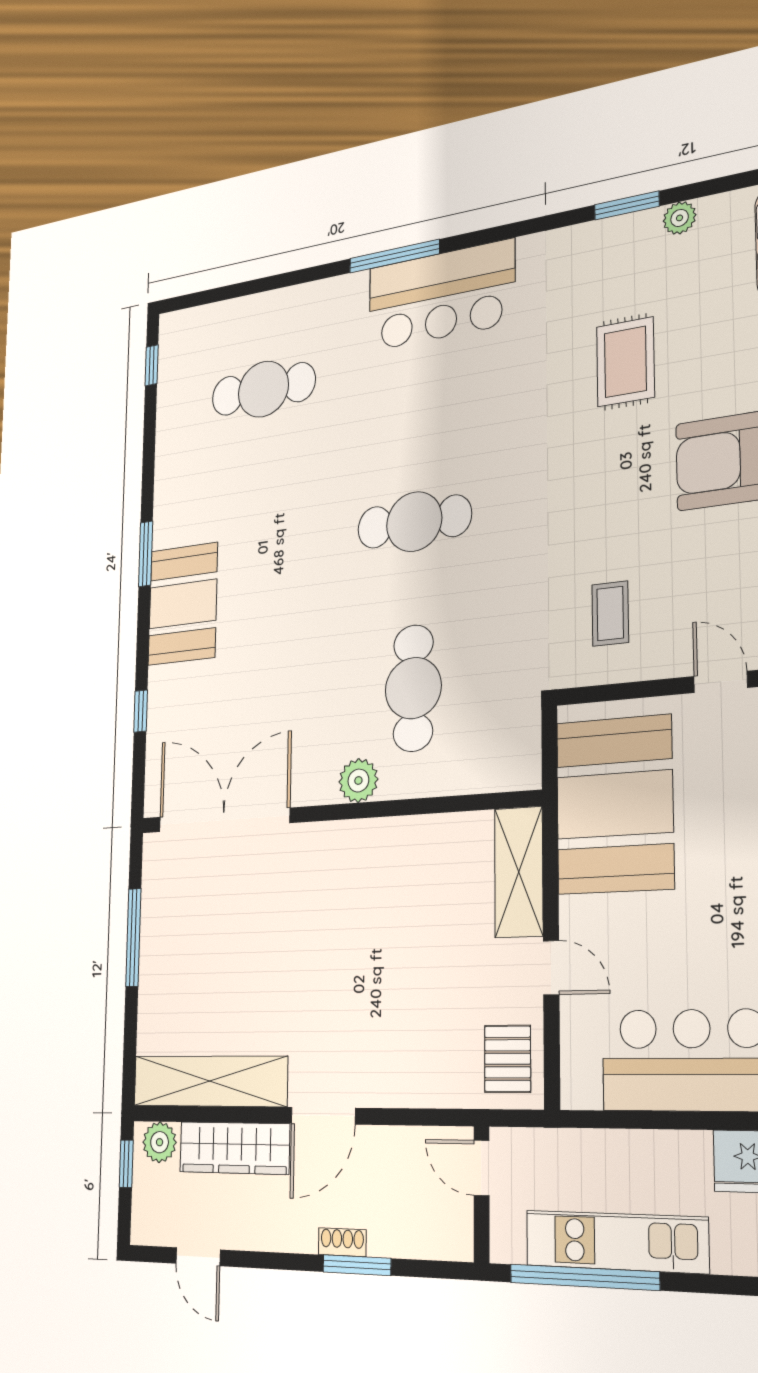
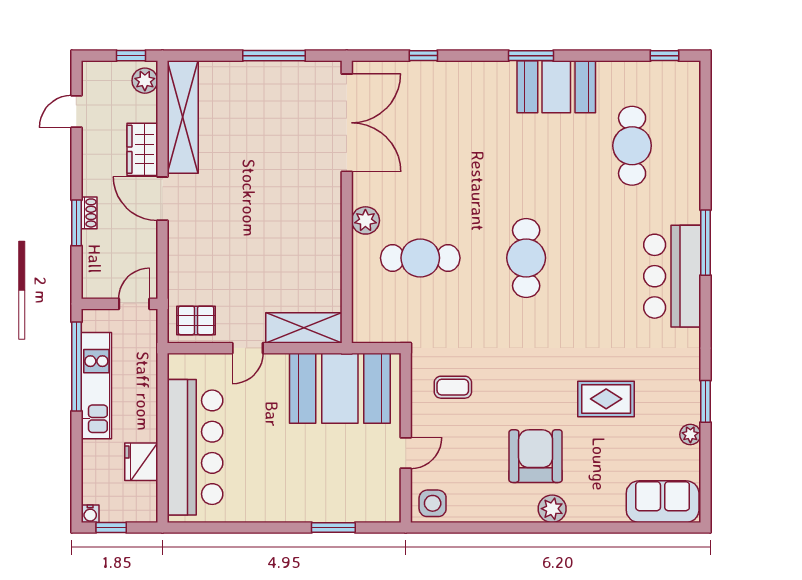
booth: (183, 604) -> (556, 87), moved
wardrobe: (234, 1148) -> (142, 149), width x0.67

